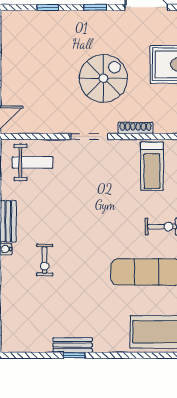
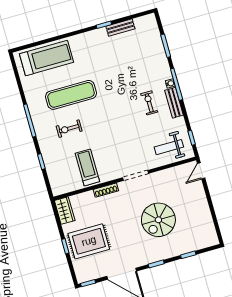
spiral stairs: (103, 78) -> (158, 220), moved
exercise bike: (45, 260) -> (149, 103), moved
bench: (73, 345) -> (120, 27), moved

